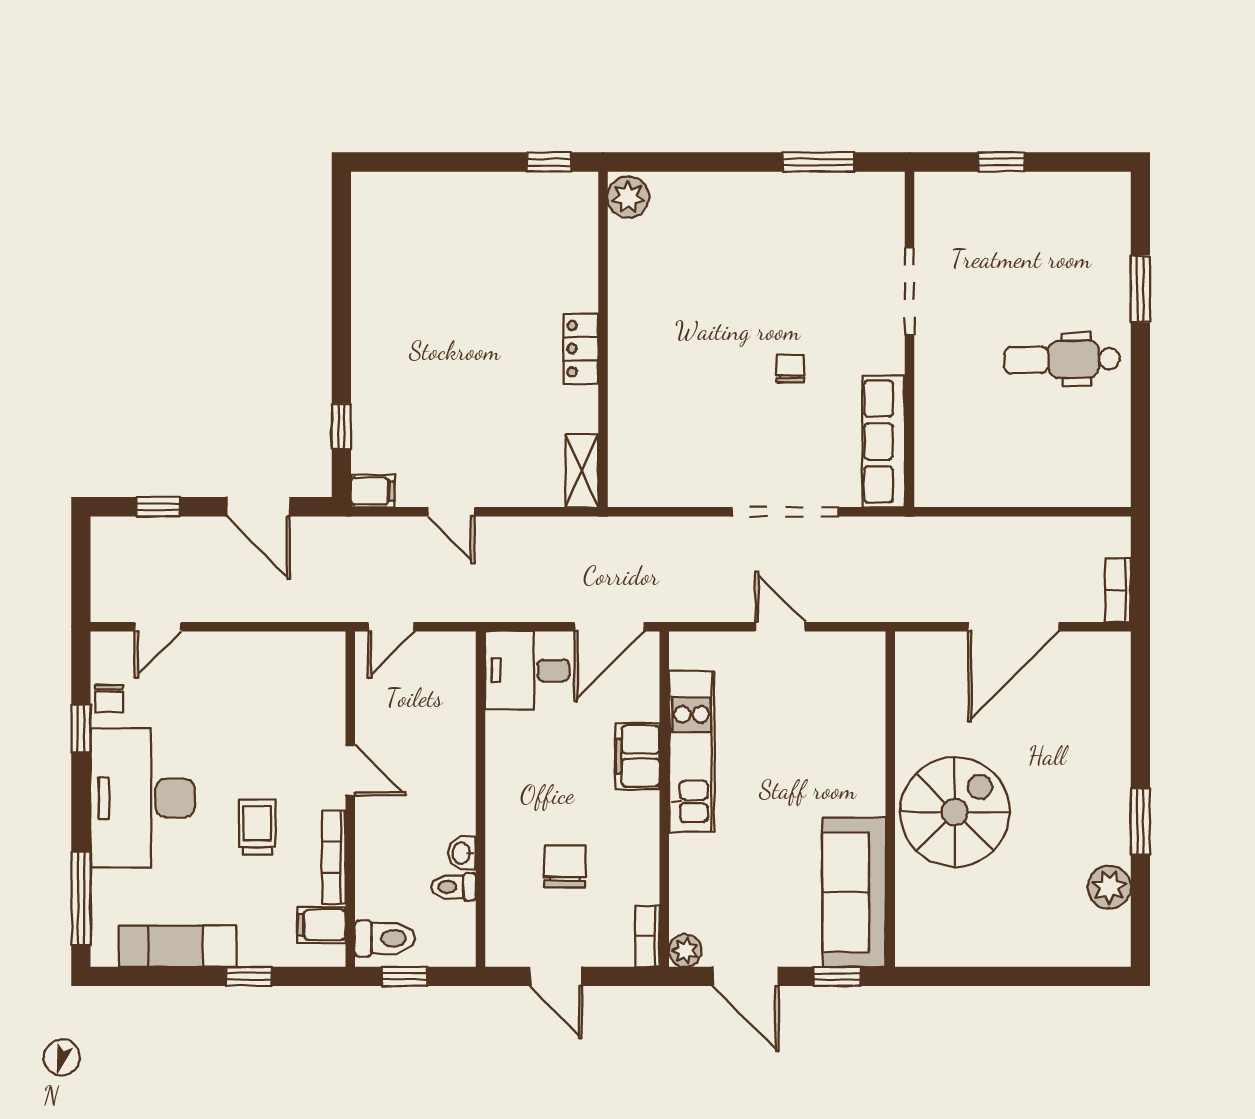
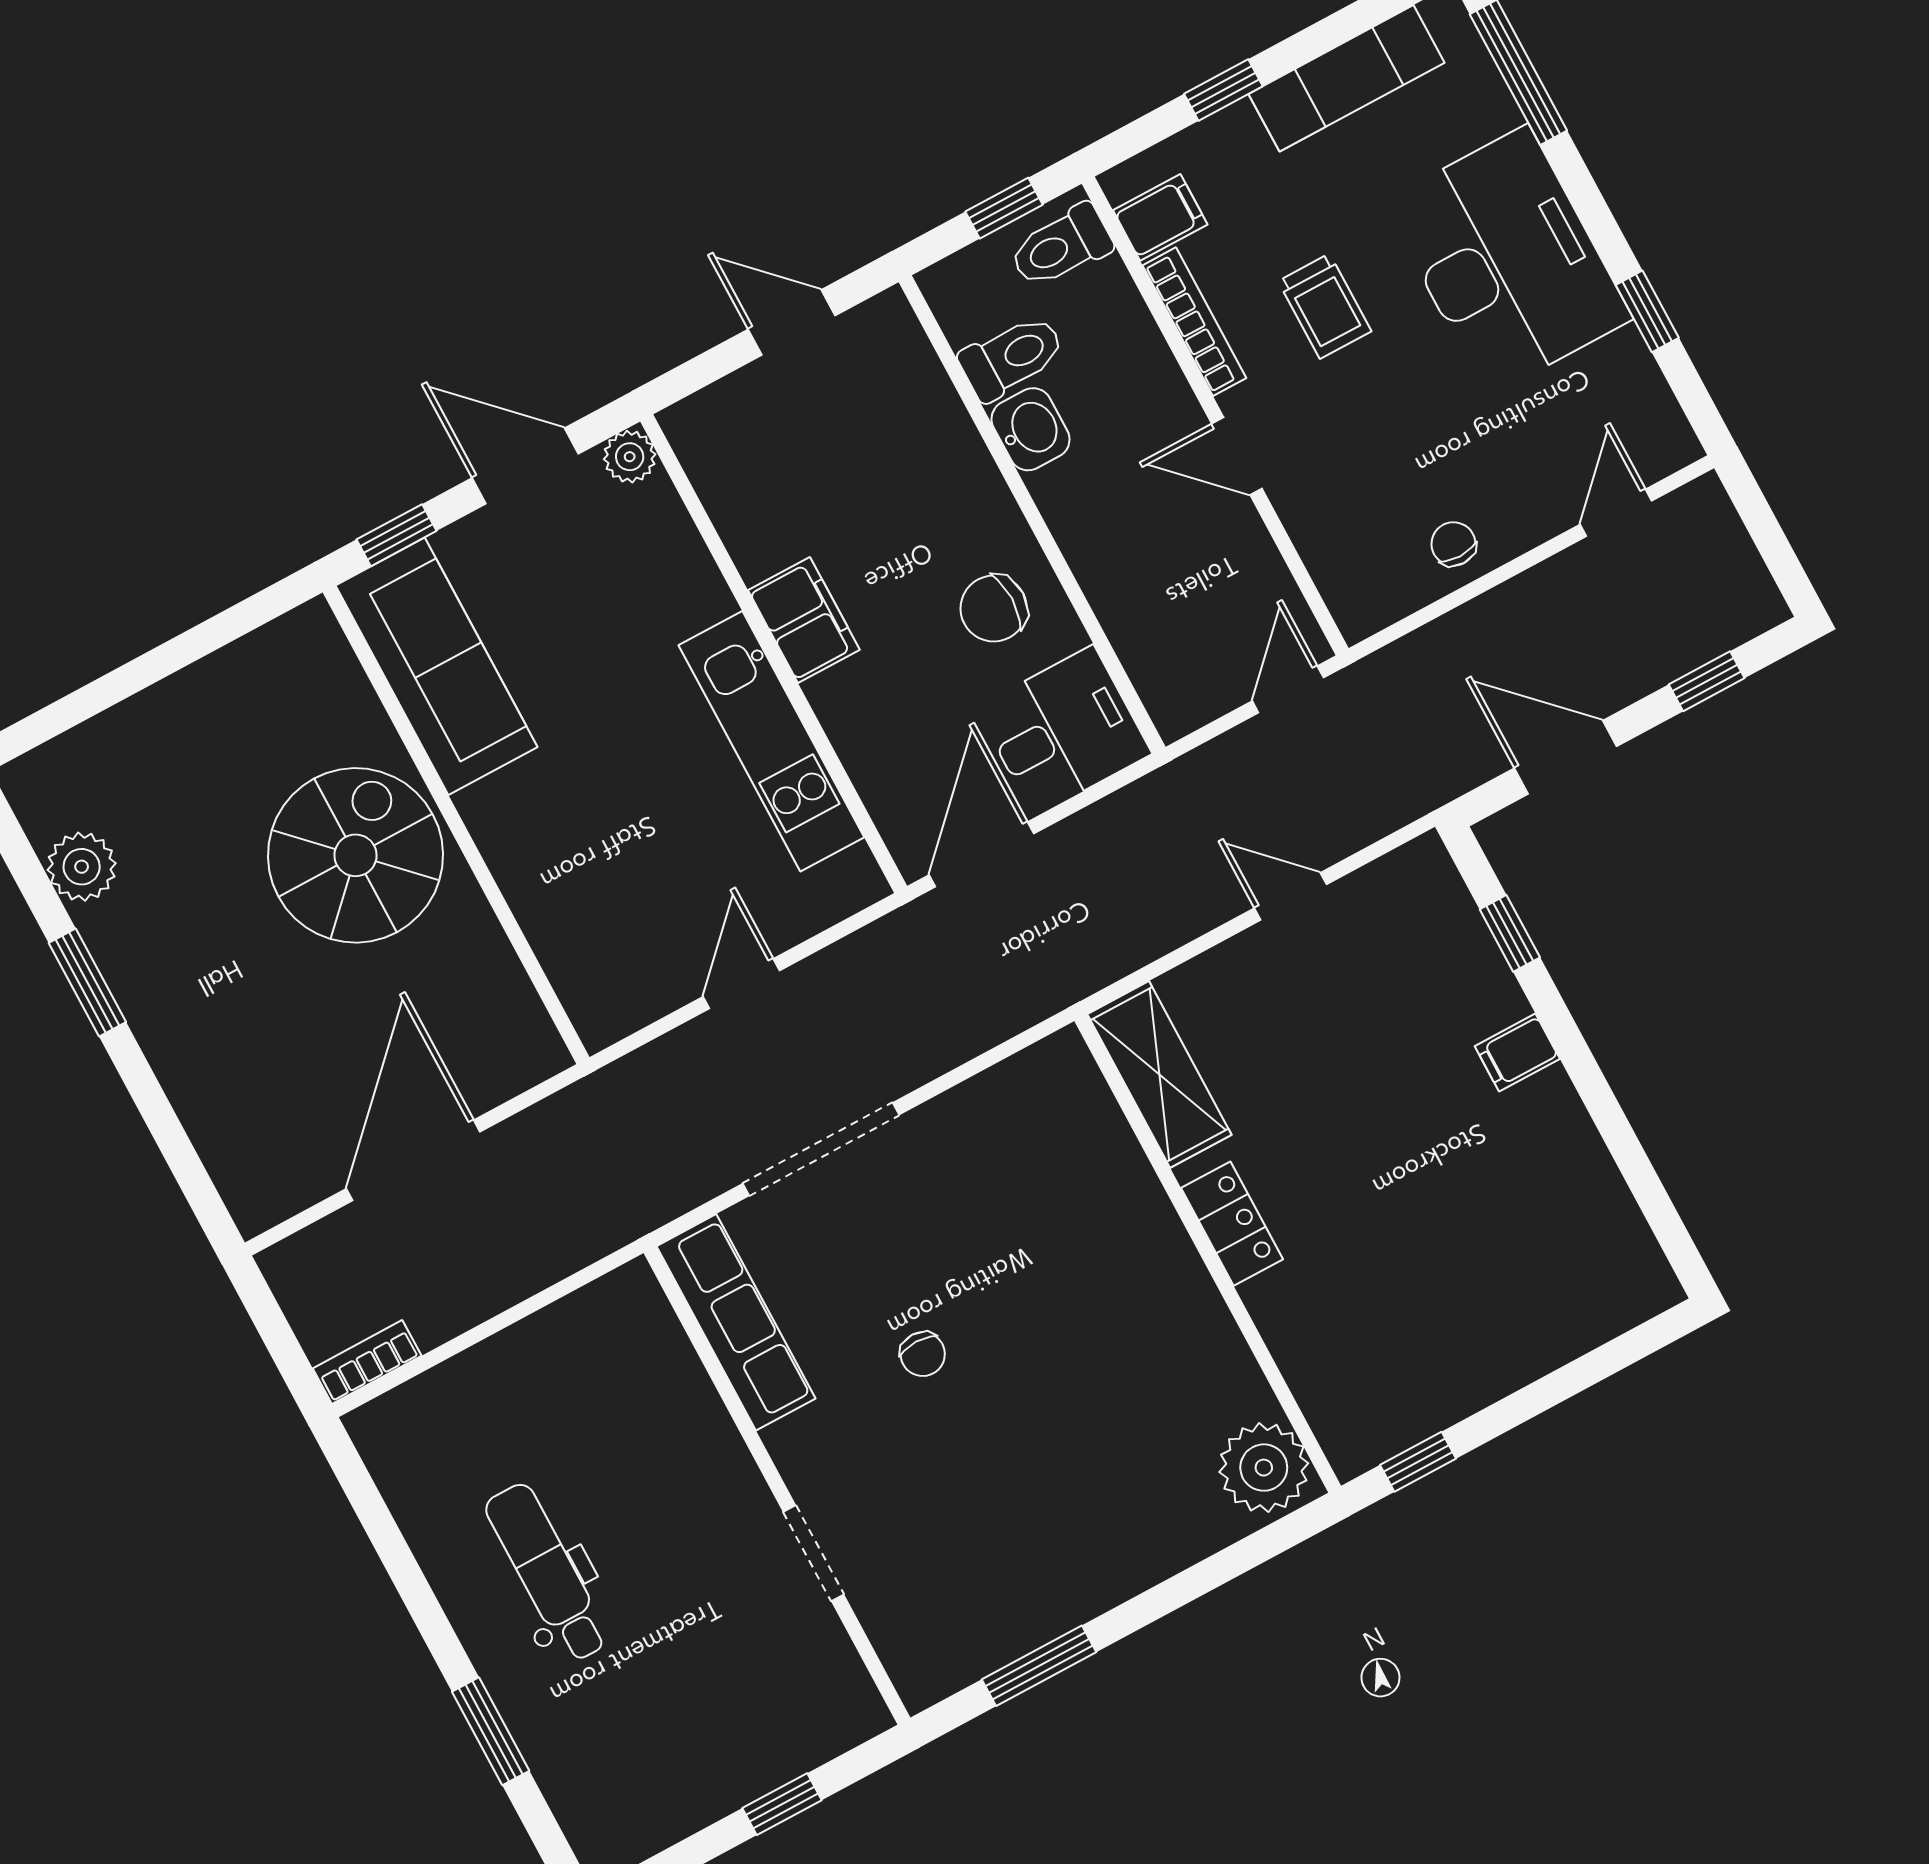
plant: (628, 197) -> (1264, 1468), width x1.36, depth x1.36
doorway: (909, 291) -> (813, 1553), width x0.73
dental chair: (1062, 359) -> (547, 1573), turned -89
shelving: (582, 471) -> (1159, 1074), width x1.50, depth x1.33
filing cabinet: (373, 491) -> (1517, 1052), moved
bookcase: (1118, 590) -> (367, 1362), moved, turned -90
door: (780, 627) -> (741, 984), swing flipped
chair: (109, 699) -> (1453, 544), moved
filing cabinet: (638, 756) -> (804, 620), moved
spiral stairs: (955, 812) -> (356, 855), turned 180
washbasin: (462, 853) -> (1031, 429), width x1.38, depth x1.45
chair: (565, 866) -> (994, 609), moved, turned 90
toilet: (453, 887) -> (1012, 357), width x1.37, depth x1.39
bookcase: (648, 936) -> (693, 448), removed

